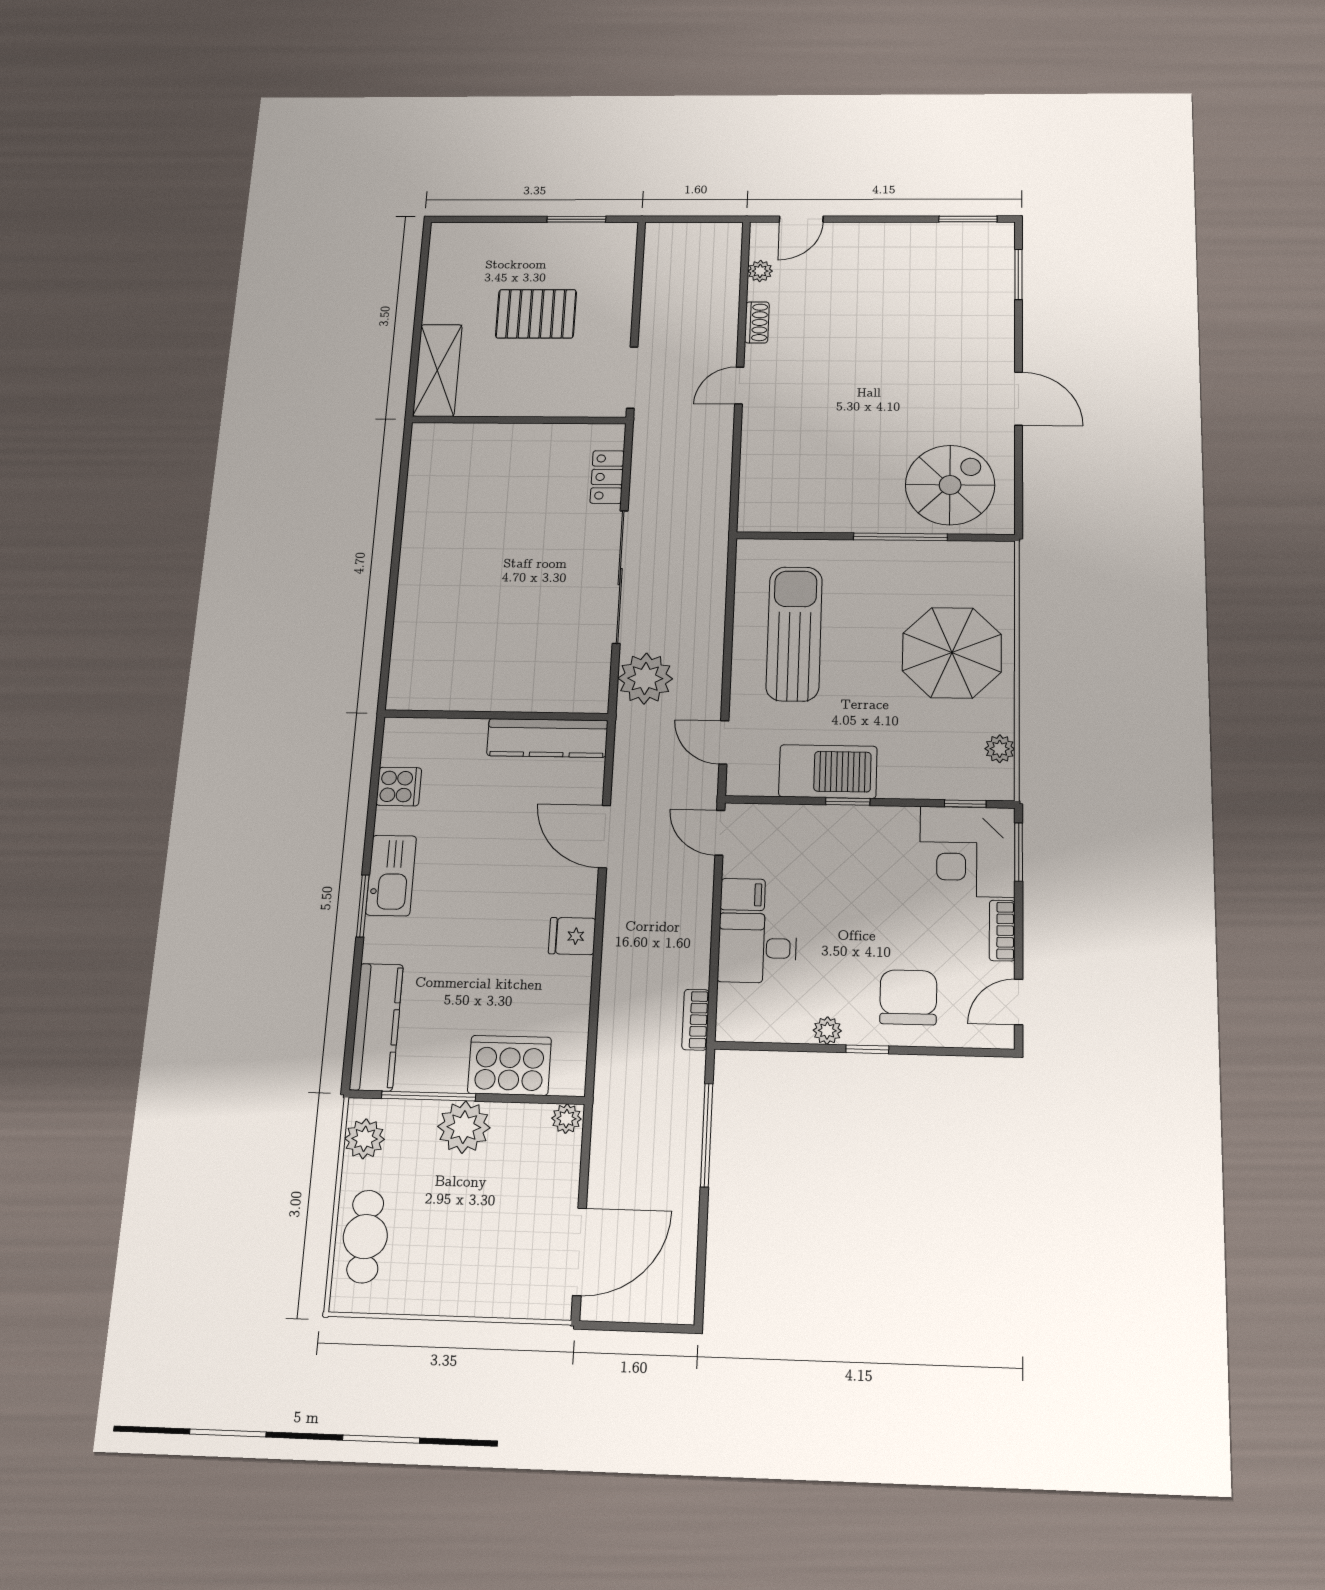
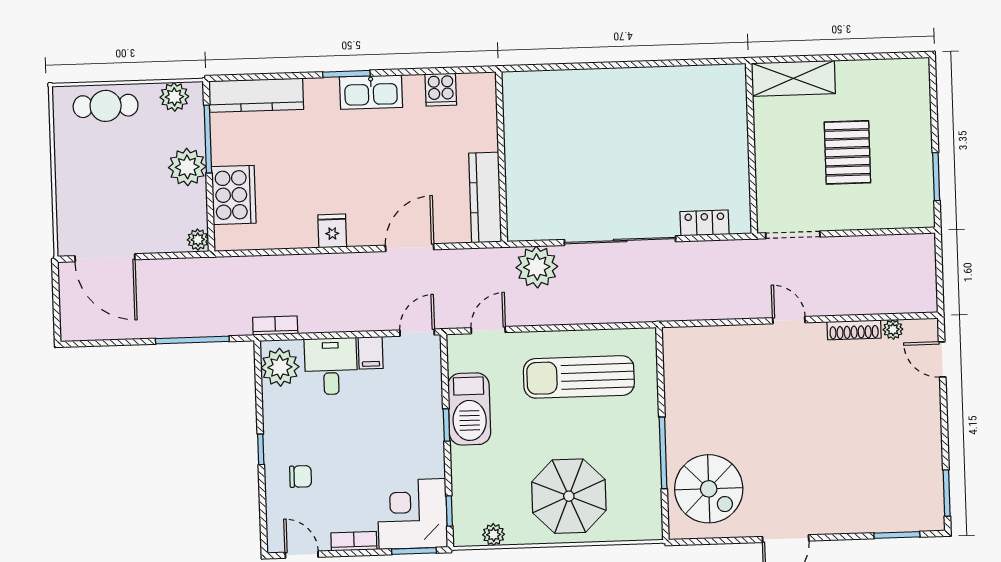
shoe rack: (757, 322) -> (854, 330), width x1.43
sun lounger: (794, 634) -> (579, 377), turned 180
chair: (908, 997) -> (301, 476), width x0.54, depth x0.54
plant: (827, 1031) -> (280, 367), moved, width x1.87, depth x1.87

